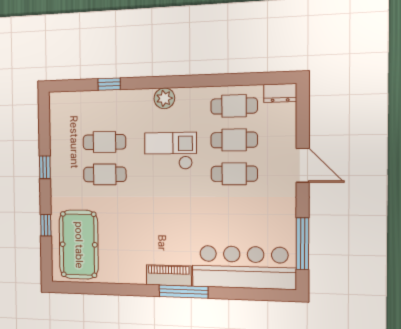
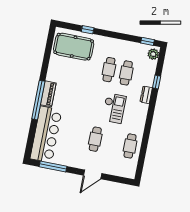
dresser: (280, 93) -> (146, 95), moved
plant: (164, 98) -> (153, 54), moved
cafe table: (234, 140) -> (113, 143), removed
window: (45, 167) -> (148, 41), moved
window: (184, 292) -> (38, 100), width x1.46

